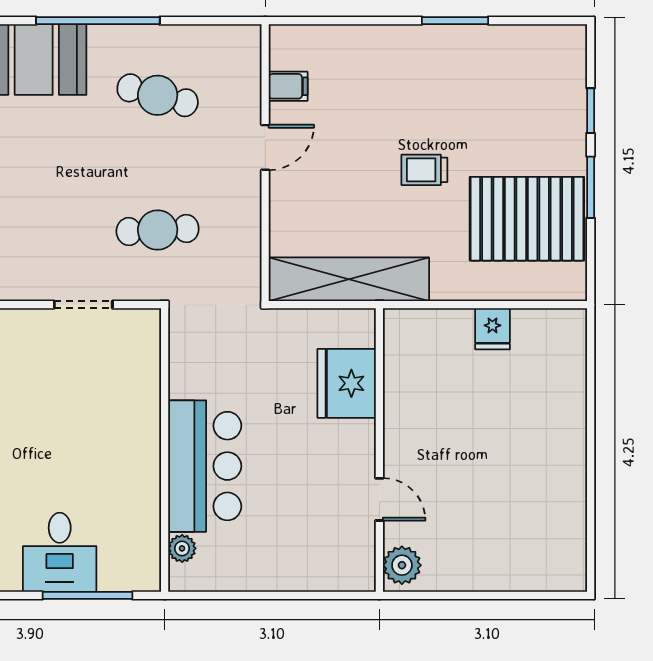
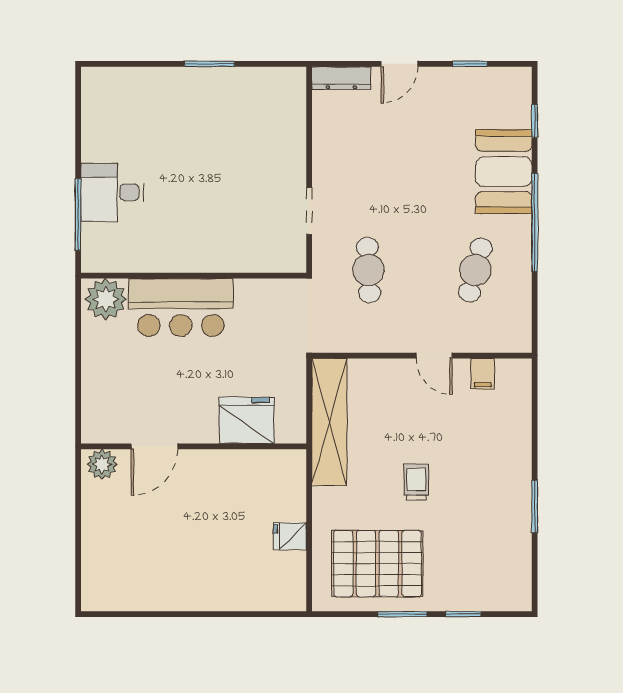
pallet: (527, 219) -> (377, 564), turned 90
door: (379, 499) -> (154, 446), width x1.38
plant: (182, 548) -> (106, 299), width x1.88, depth x1.88

